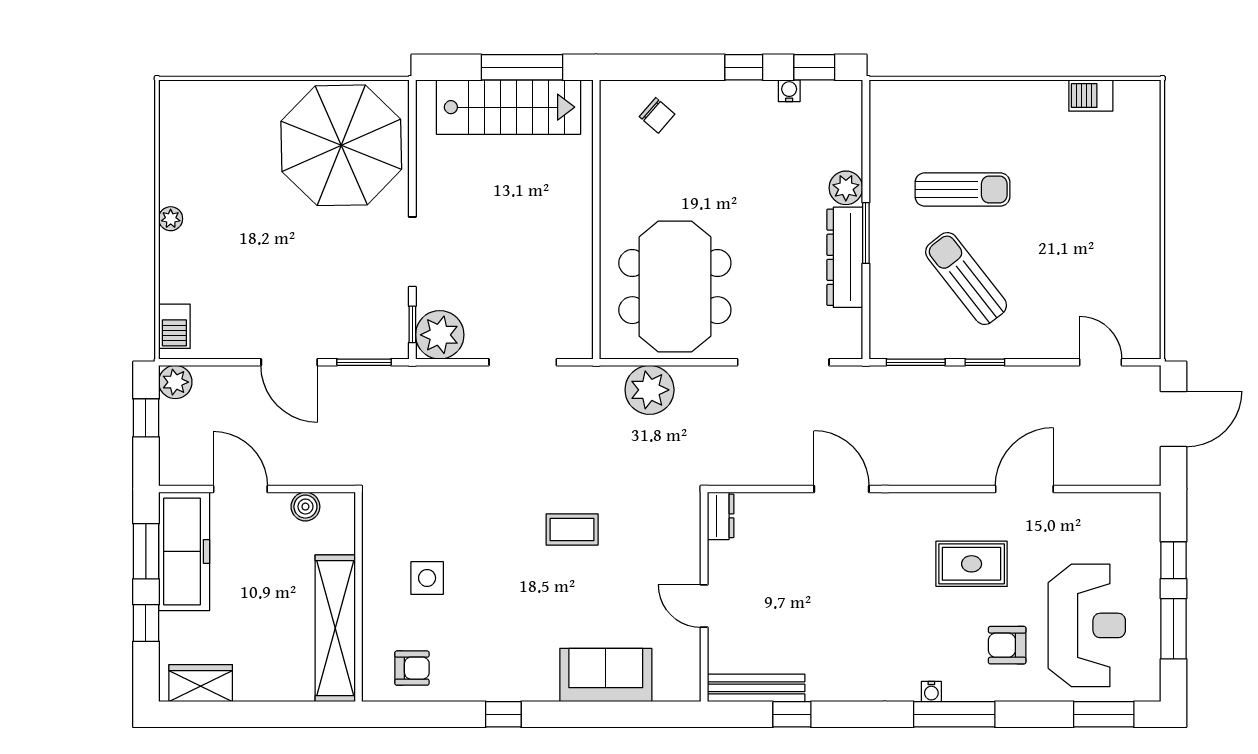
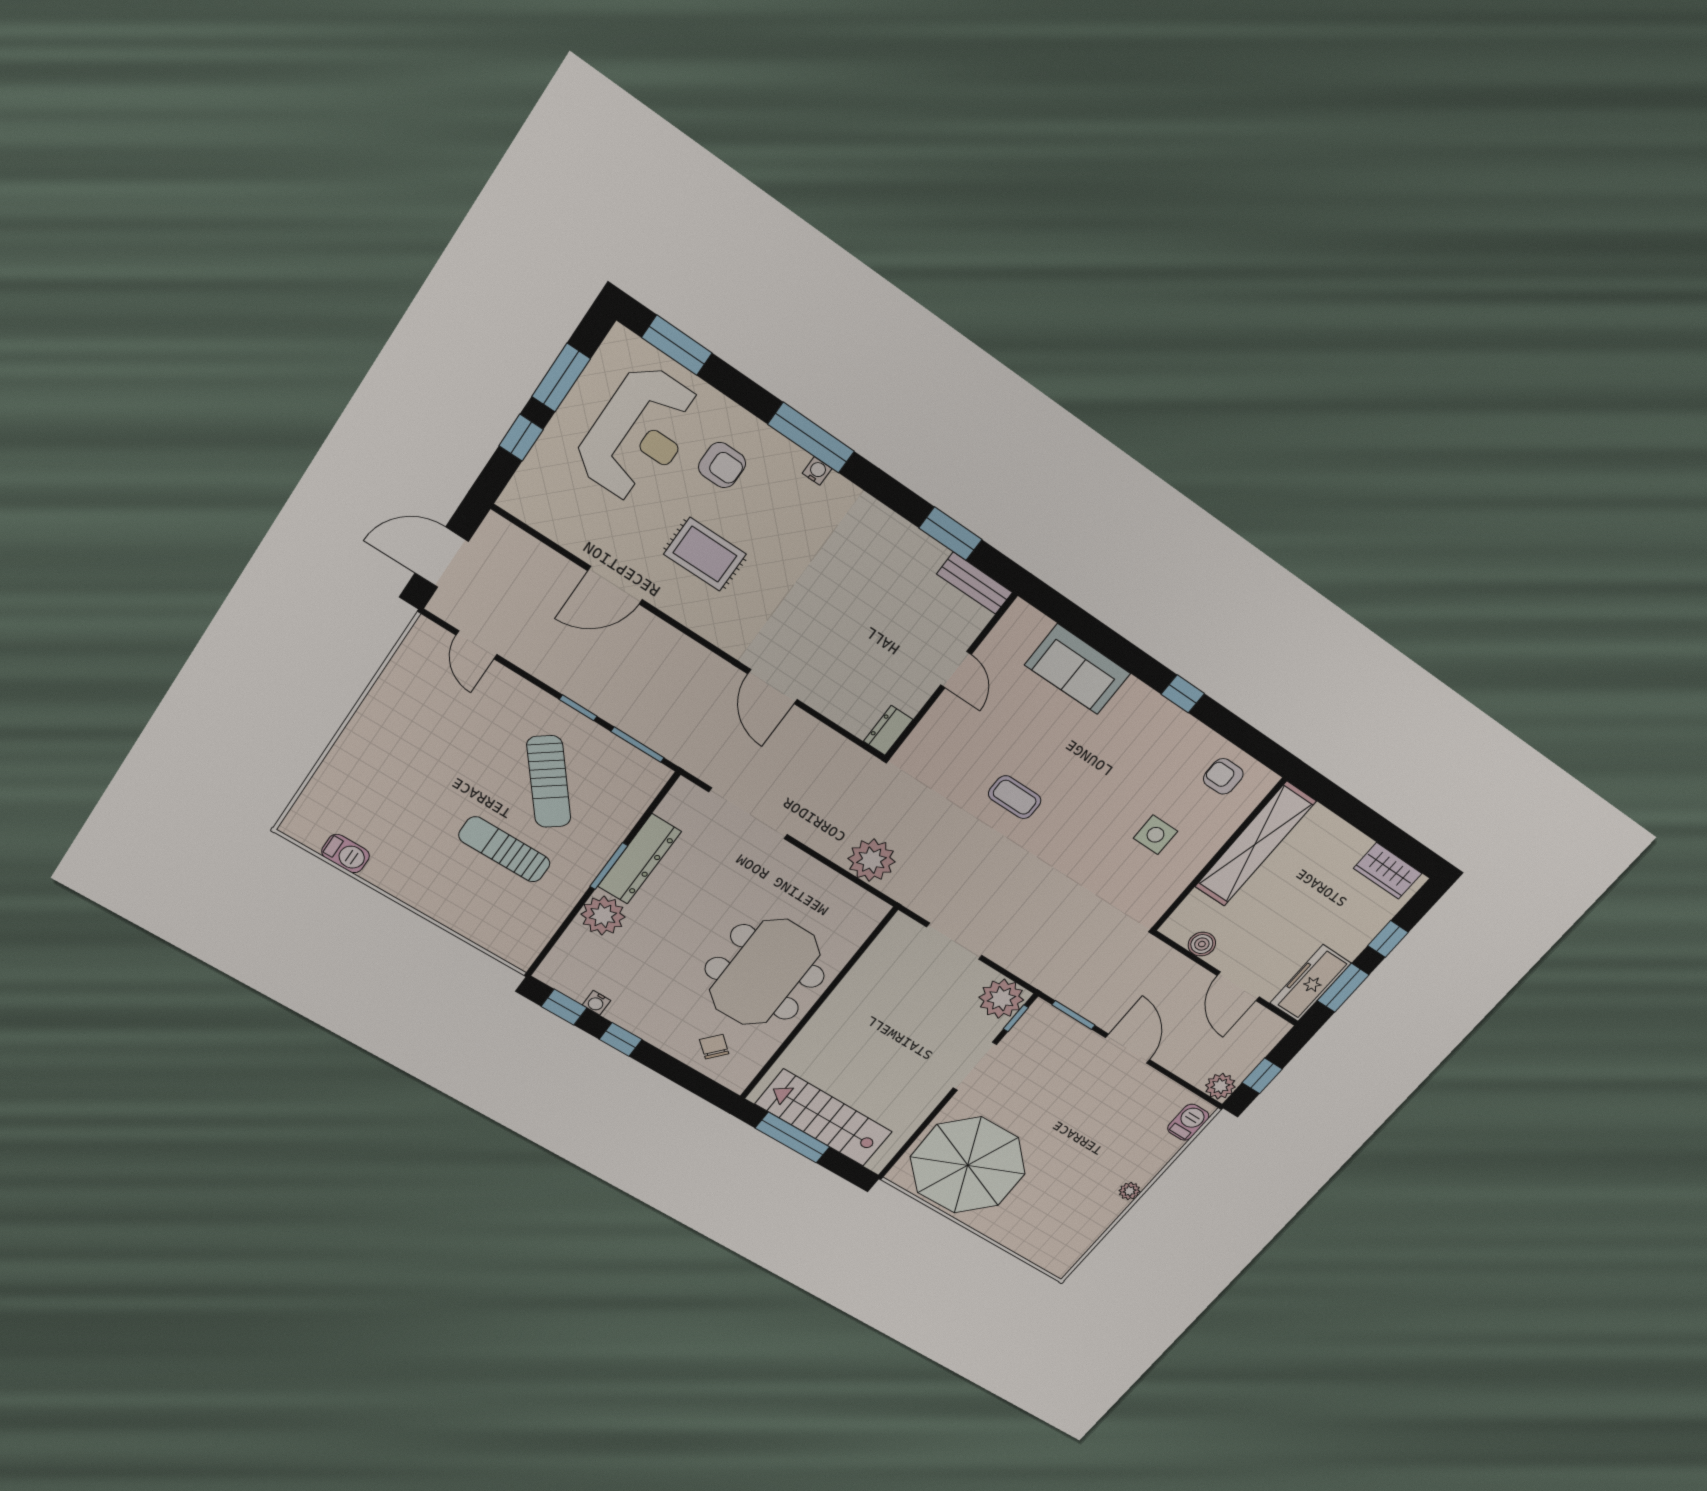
plant: (846, 188) -> (603, 916), width x1.36, depth x1.36
meeting table: (675, 287) -> (765, 972), moved
freezer: (184, 551) -> (1310, 983), width x0.73, depth x0.79
reception desk: (1087, 625) -> (639, 434), turned 180
bench: (756, 688) -> (975, 583), width x0.73
window: (792, 714) -> (950, 534), width x1.50

